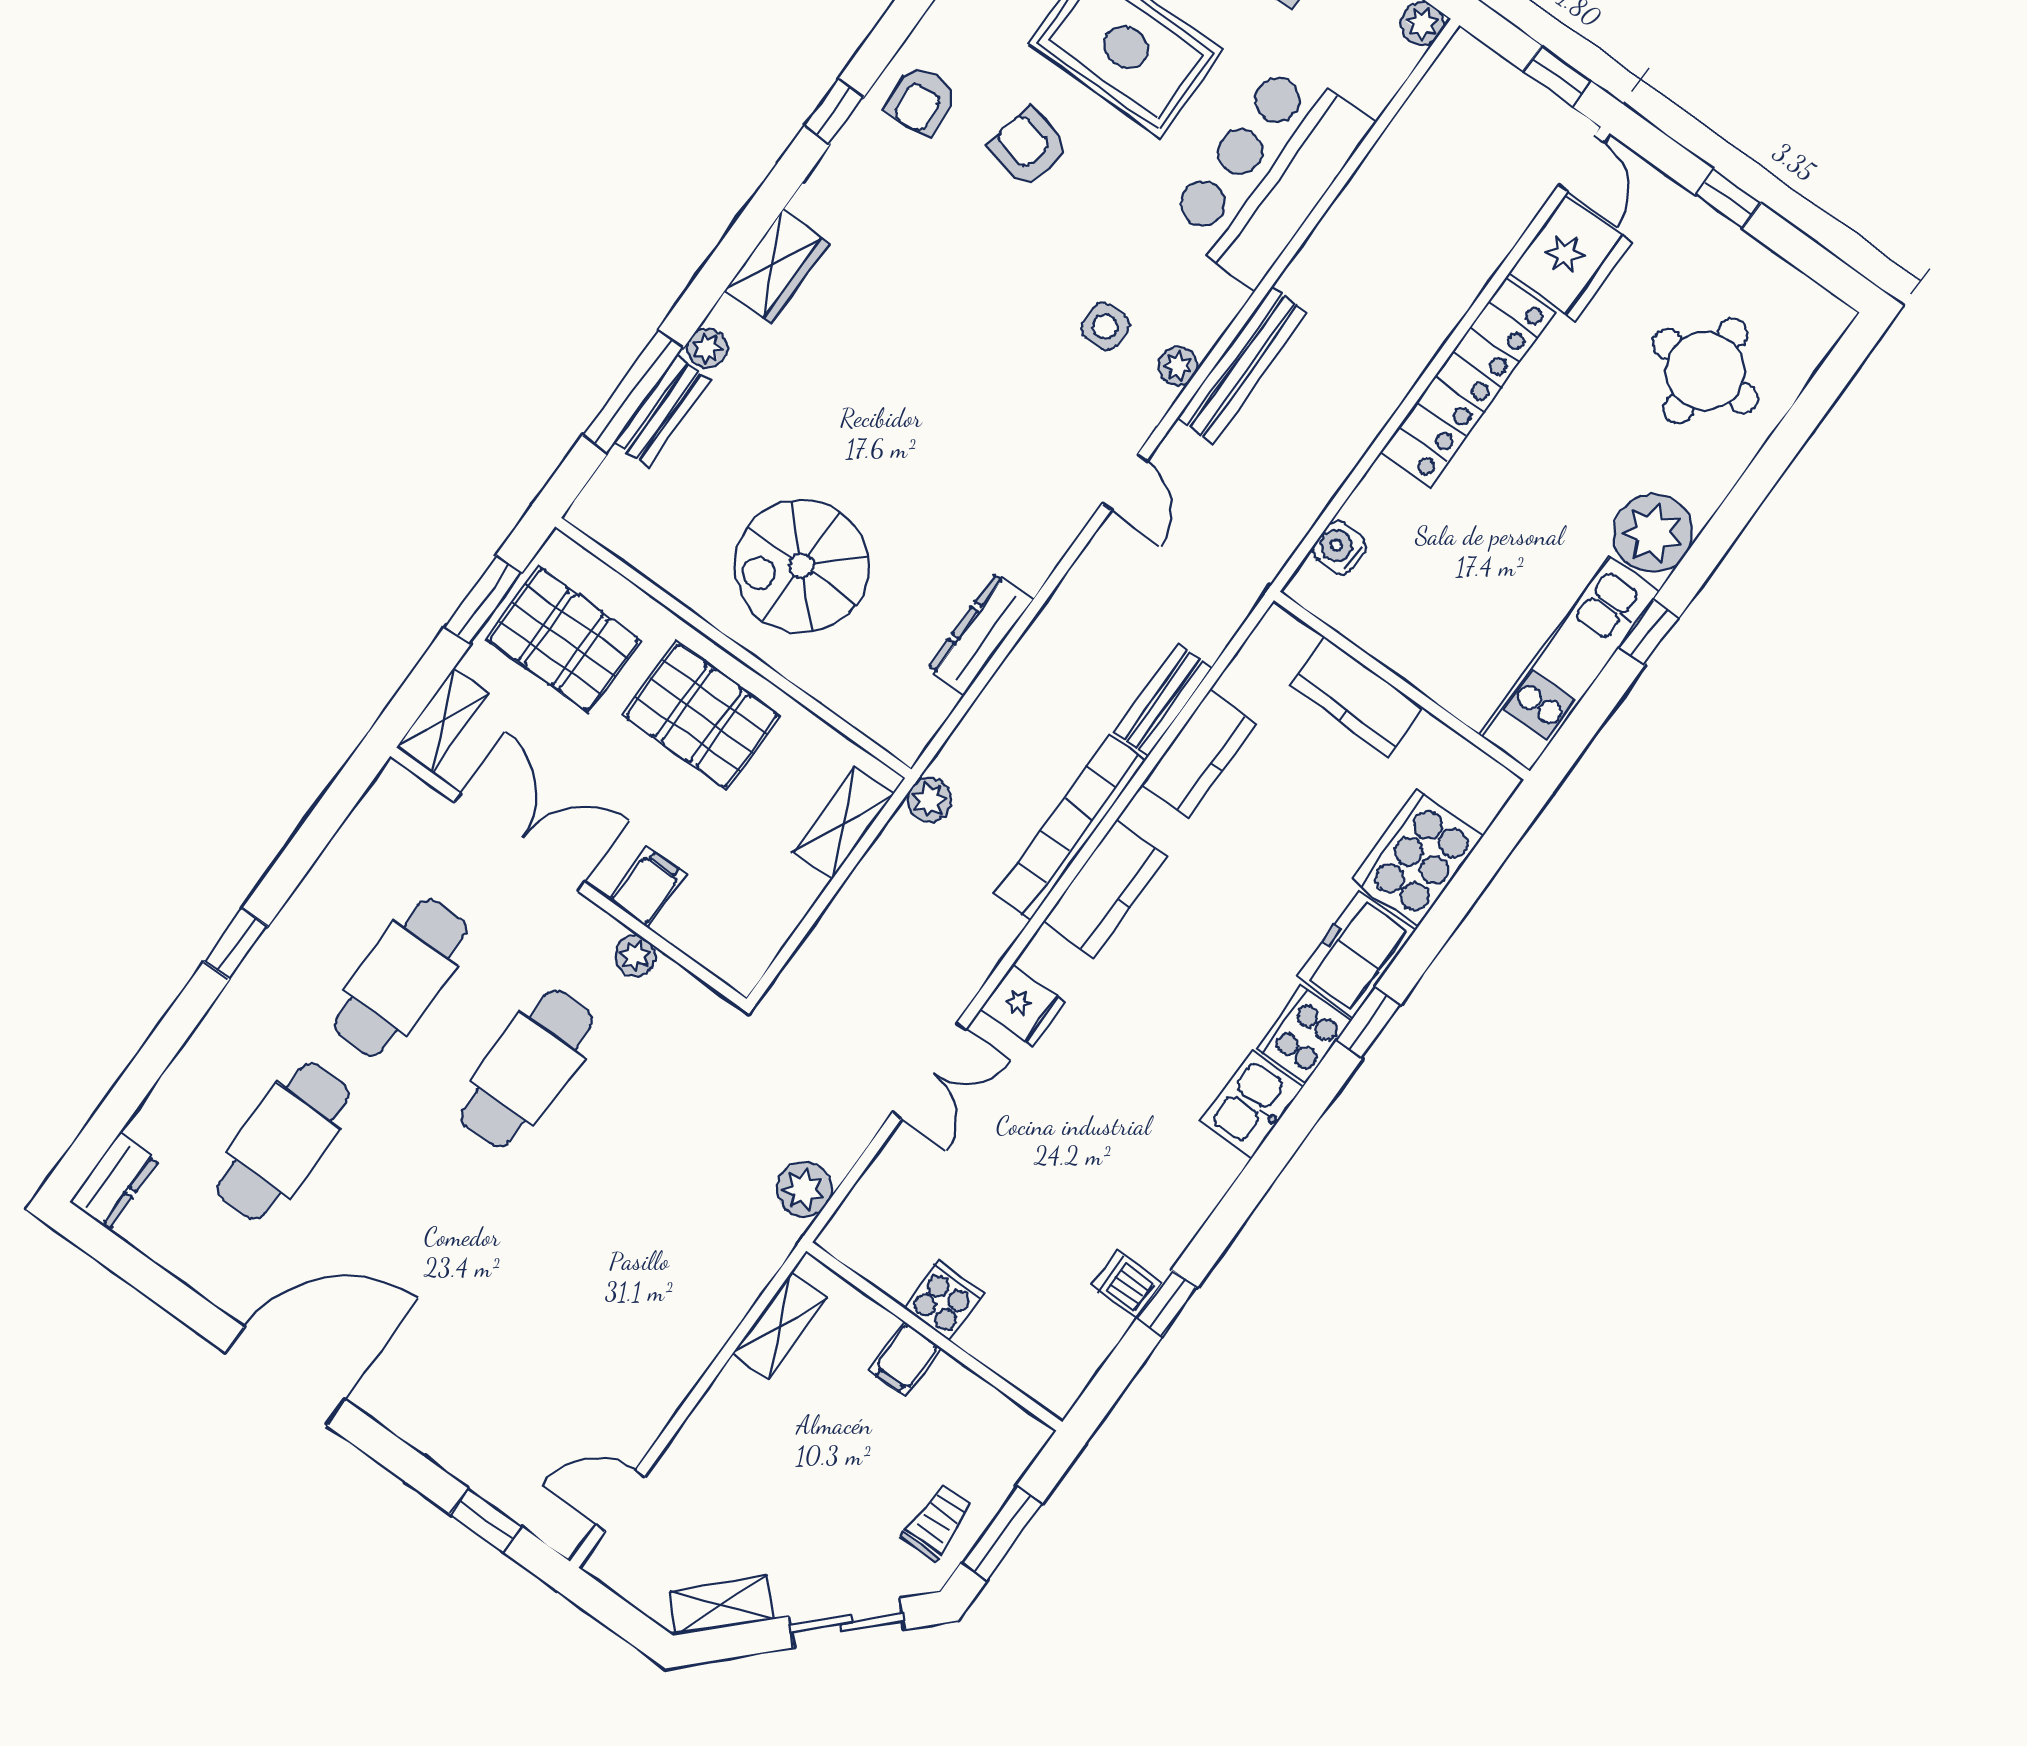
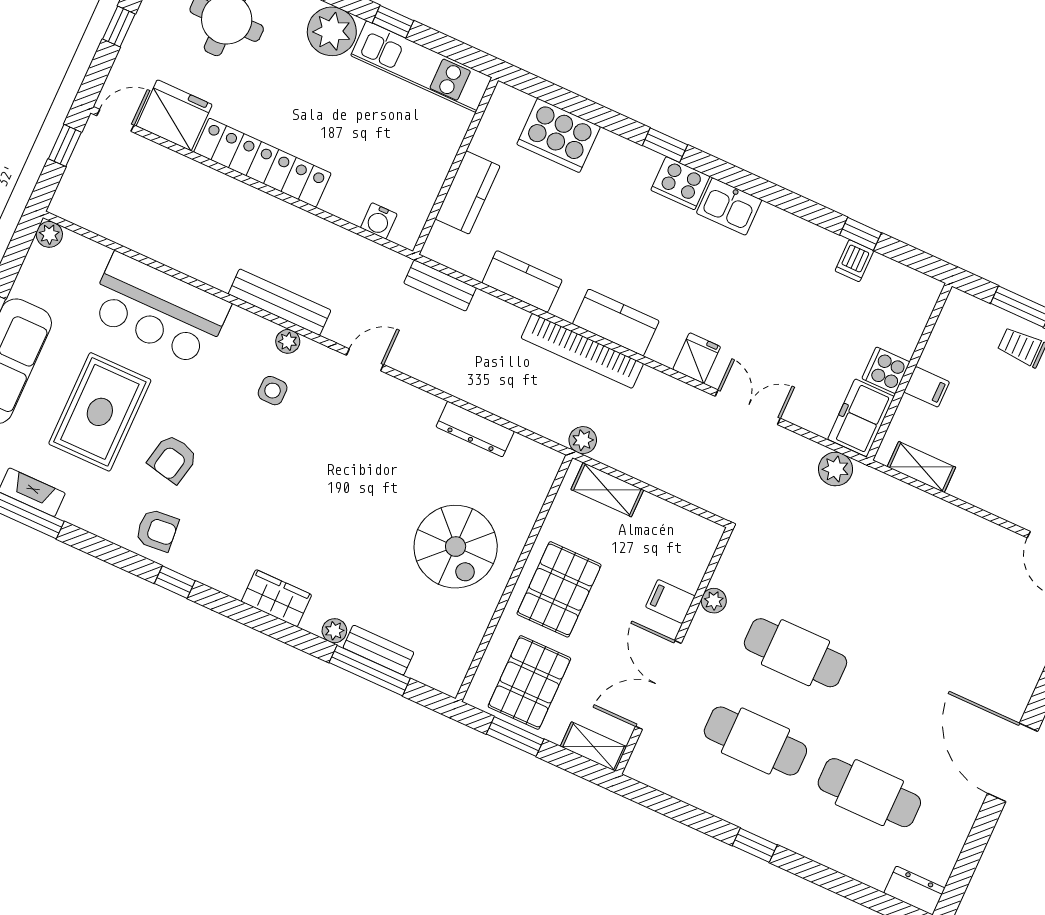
bench: (1163, 700) -> (440, 285), moved
freezer: (1356, 954) -> (861, 418), moved, turned 90

